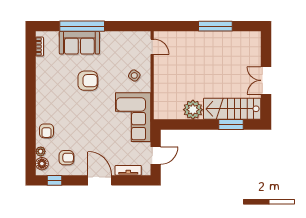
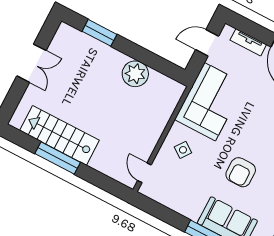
armchair: (88, 81) -> (241, 172), turned -90
stairs: (232, 109) -> (59, 135), moved, turned 180

